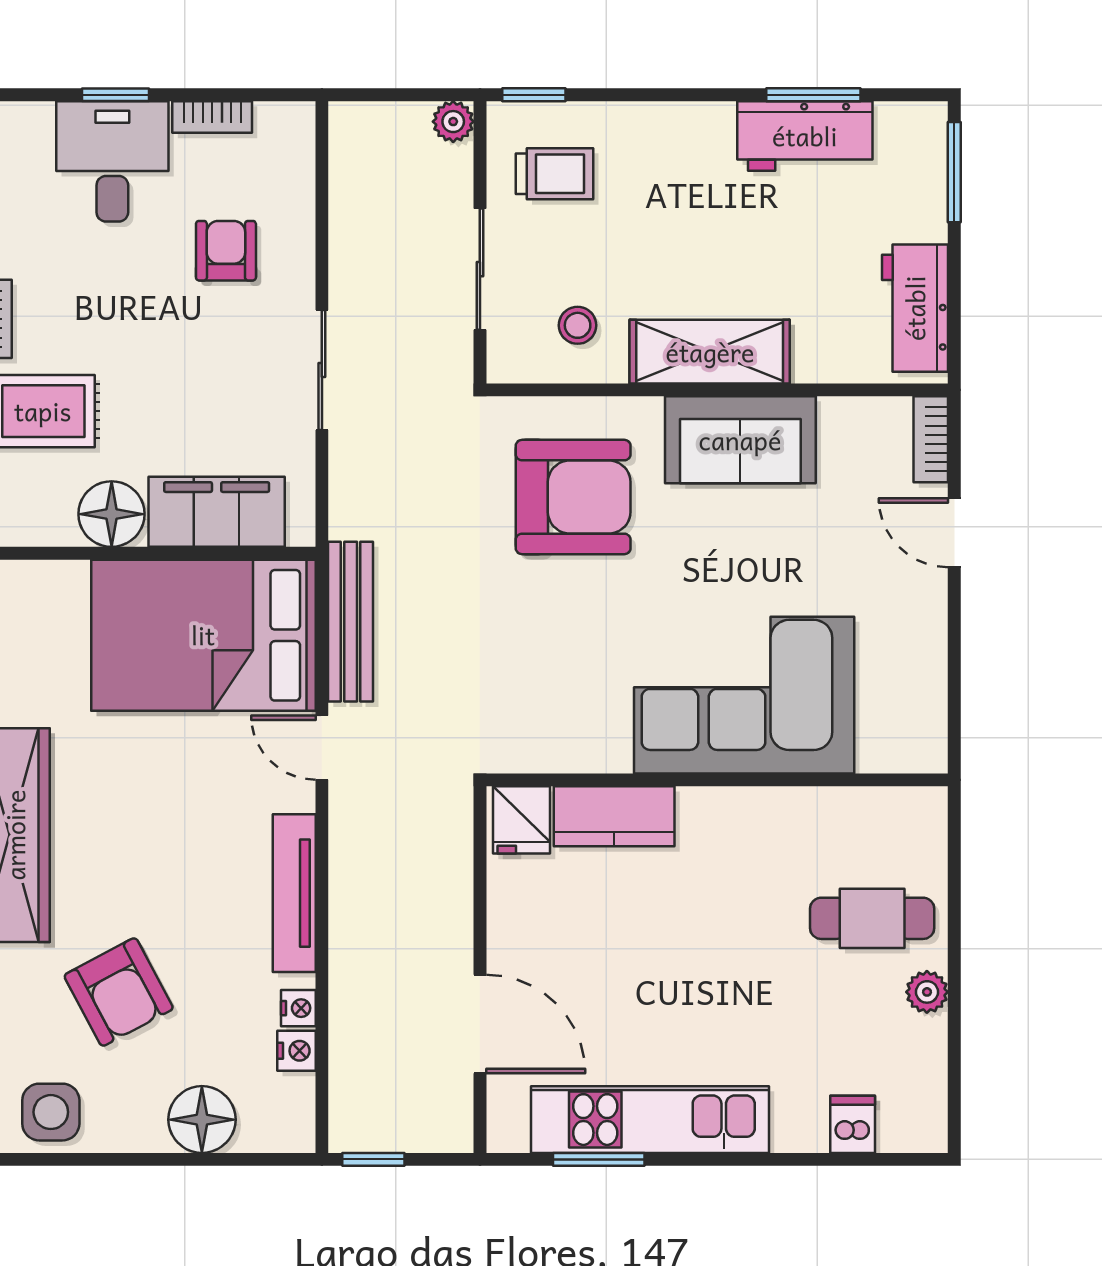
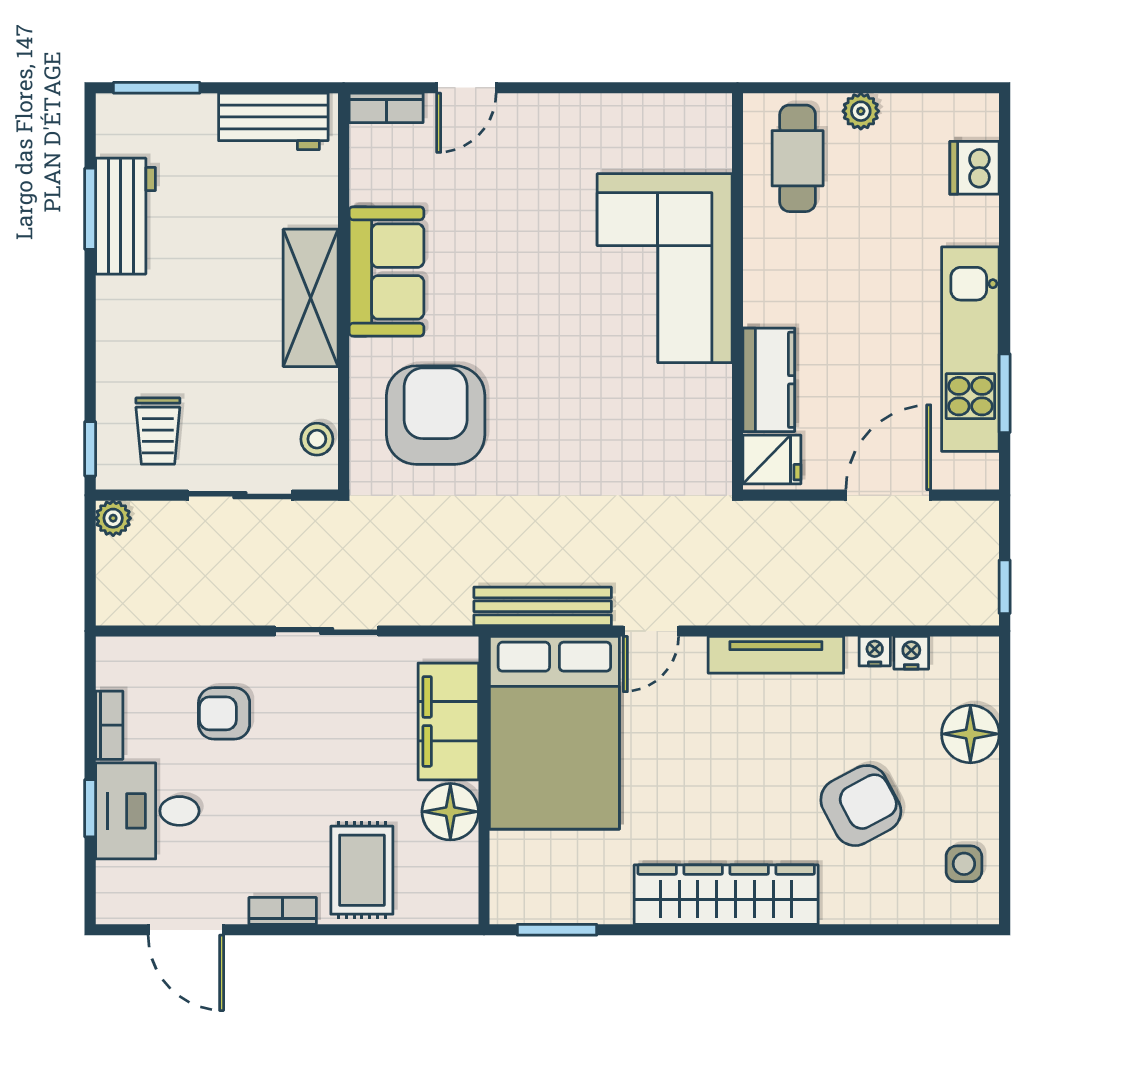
trolley: (555, 174) -> (158, 431), turned 180
stool: (578, 325) -> (317, 439), moved
corner sofa: (744, 695) -> (665, 268), moved
wall: (717, 780) -> (738, 291), moved
kitchen counter: (614, 816) -> (769, 380), moved
fridge: (521, 820) -> (772, 460), moved
side table: (51, 1112) -> (964, 864), width x0.73, depth x0.73
dishwasher: (853, 1124) -> (975, 168), width x1.38

